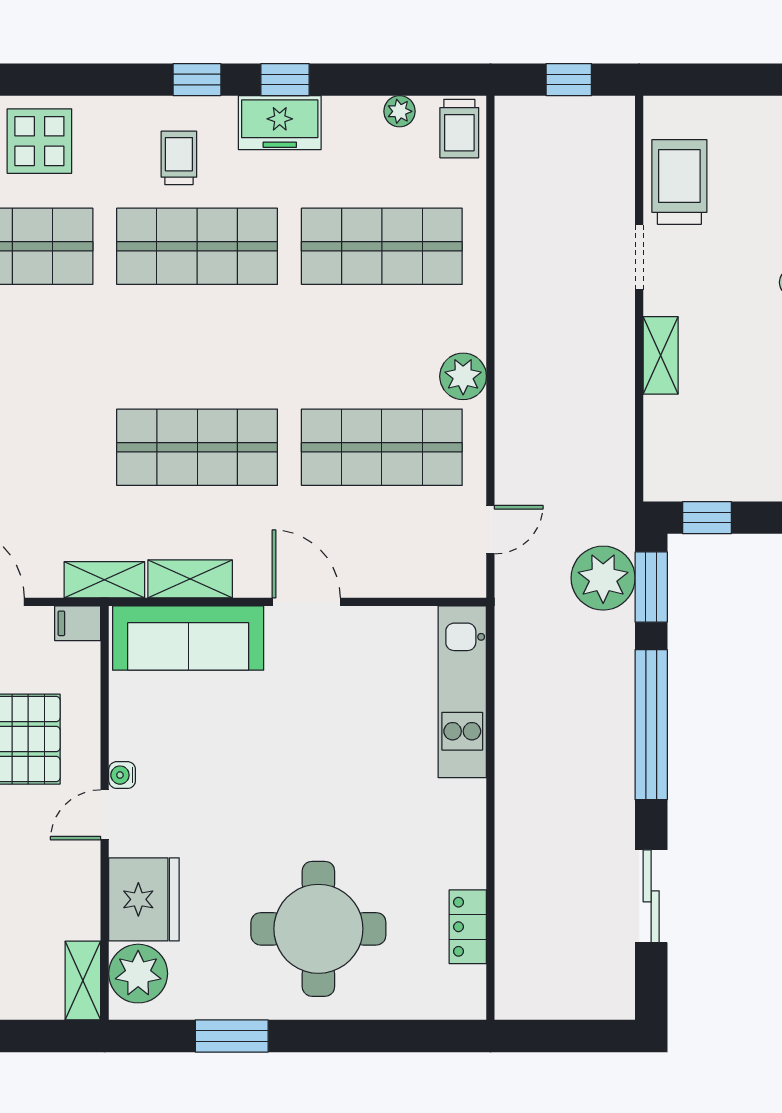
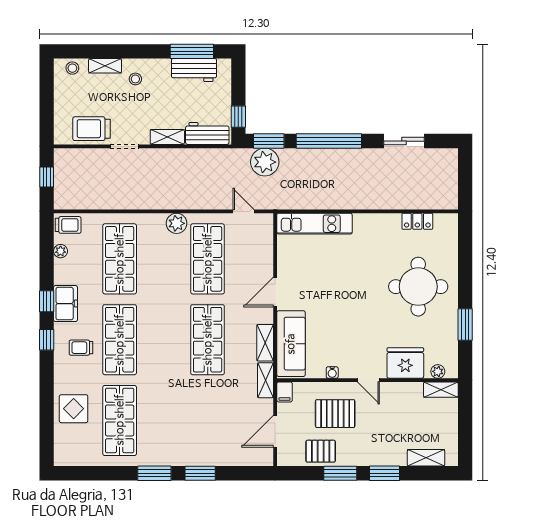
workbench: (669, 447) -> (207, 133), added
water cooler: (122, 775) -> (332, 372), moved
plant: (138, 974) -> (438, 371), width x0.53, depth x0.53

